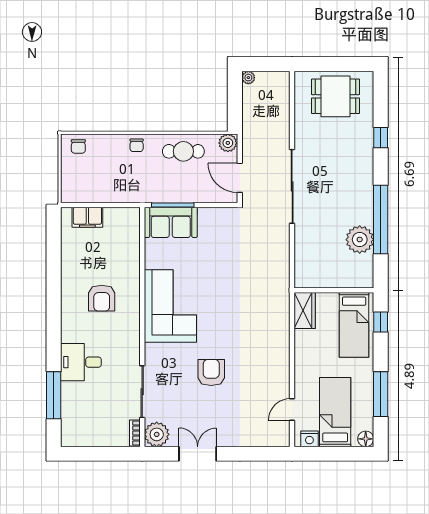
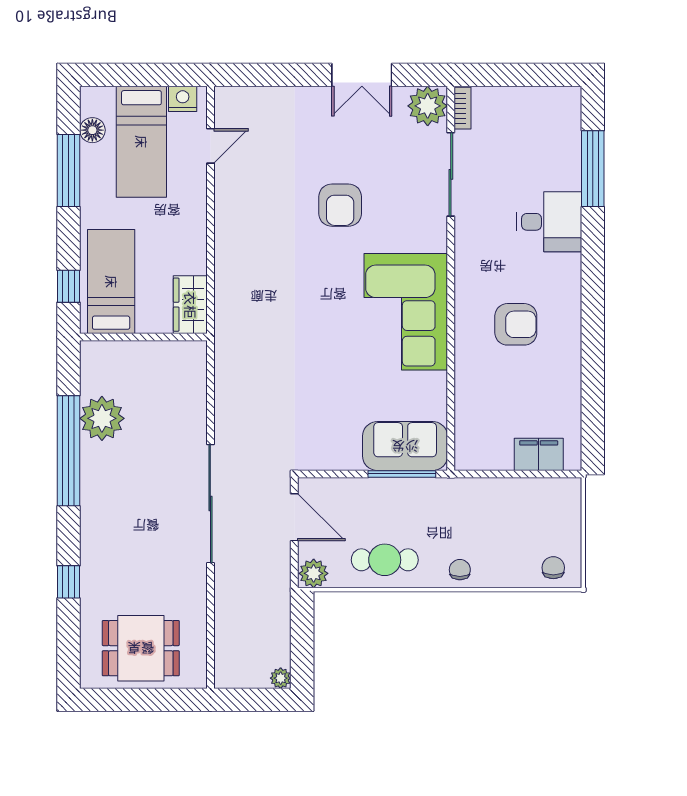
armchair: (102, 298) -> (516, 324), turned 90
floor lamp: (366, 439) -> (92, 130), moved

